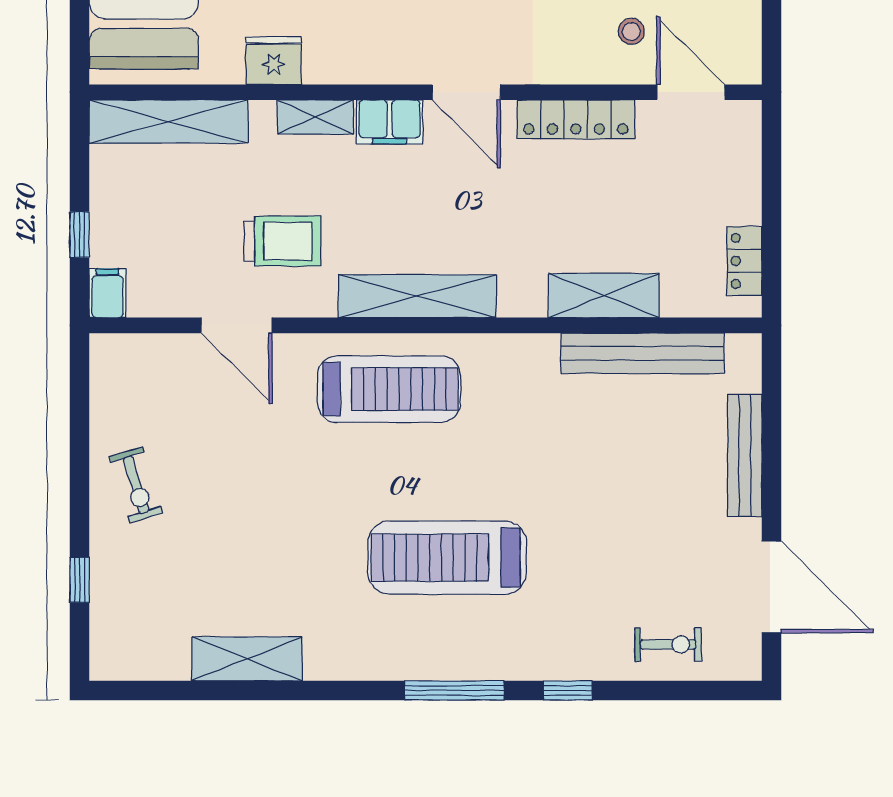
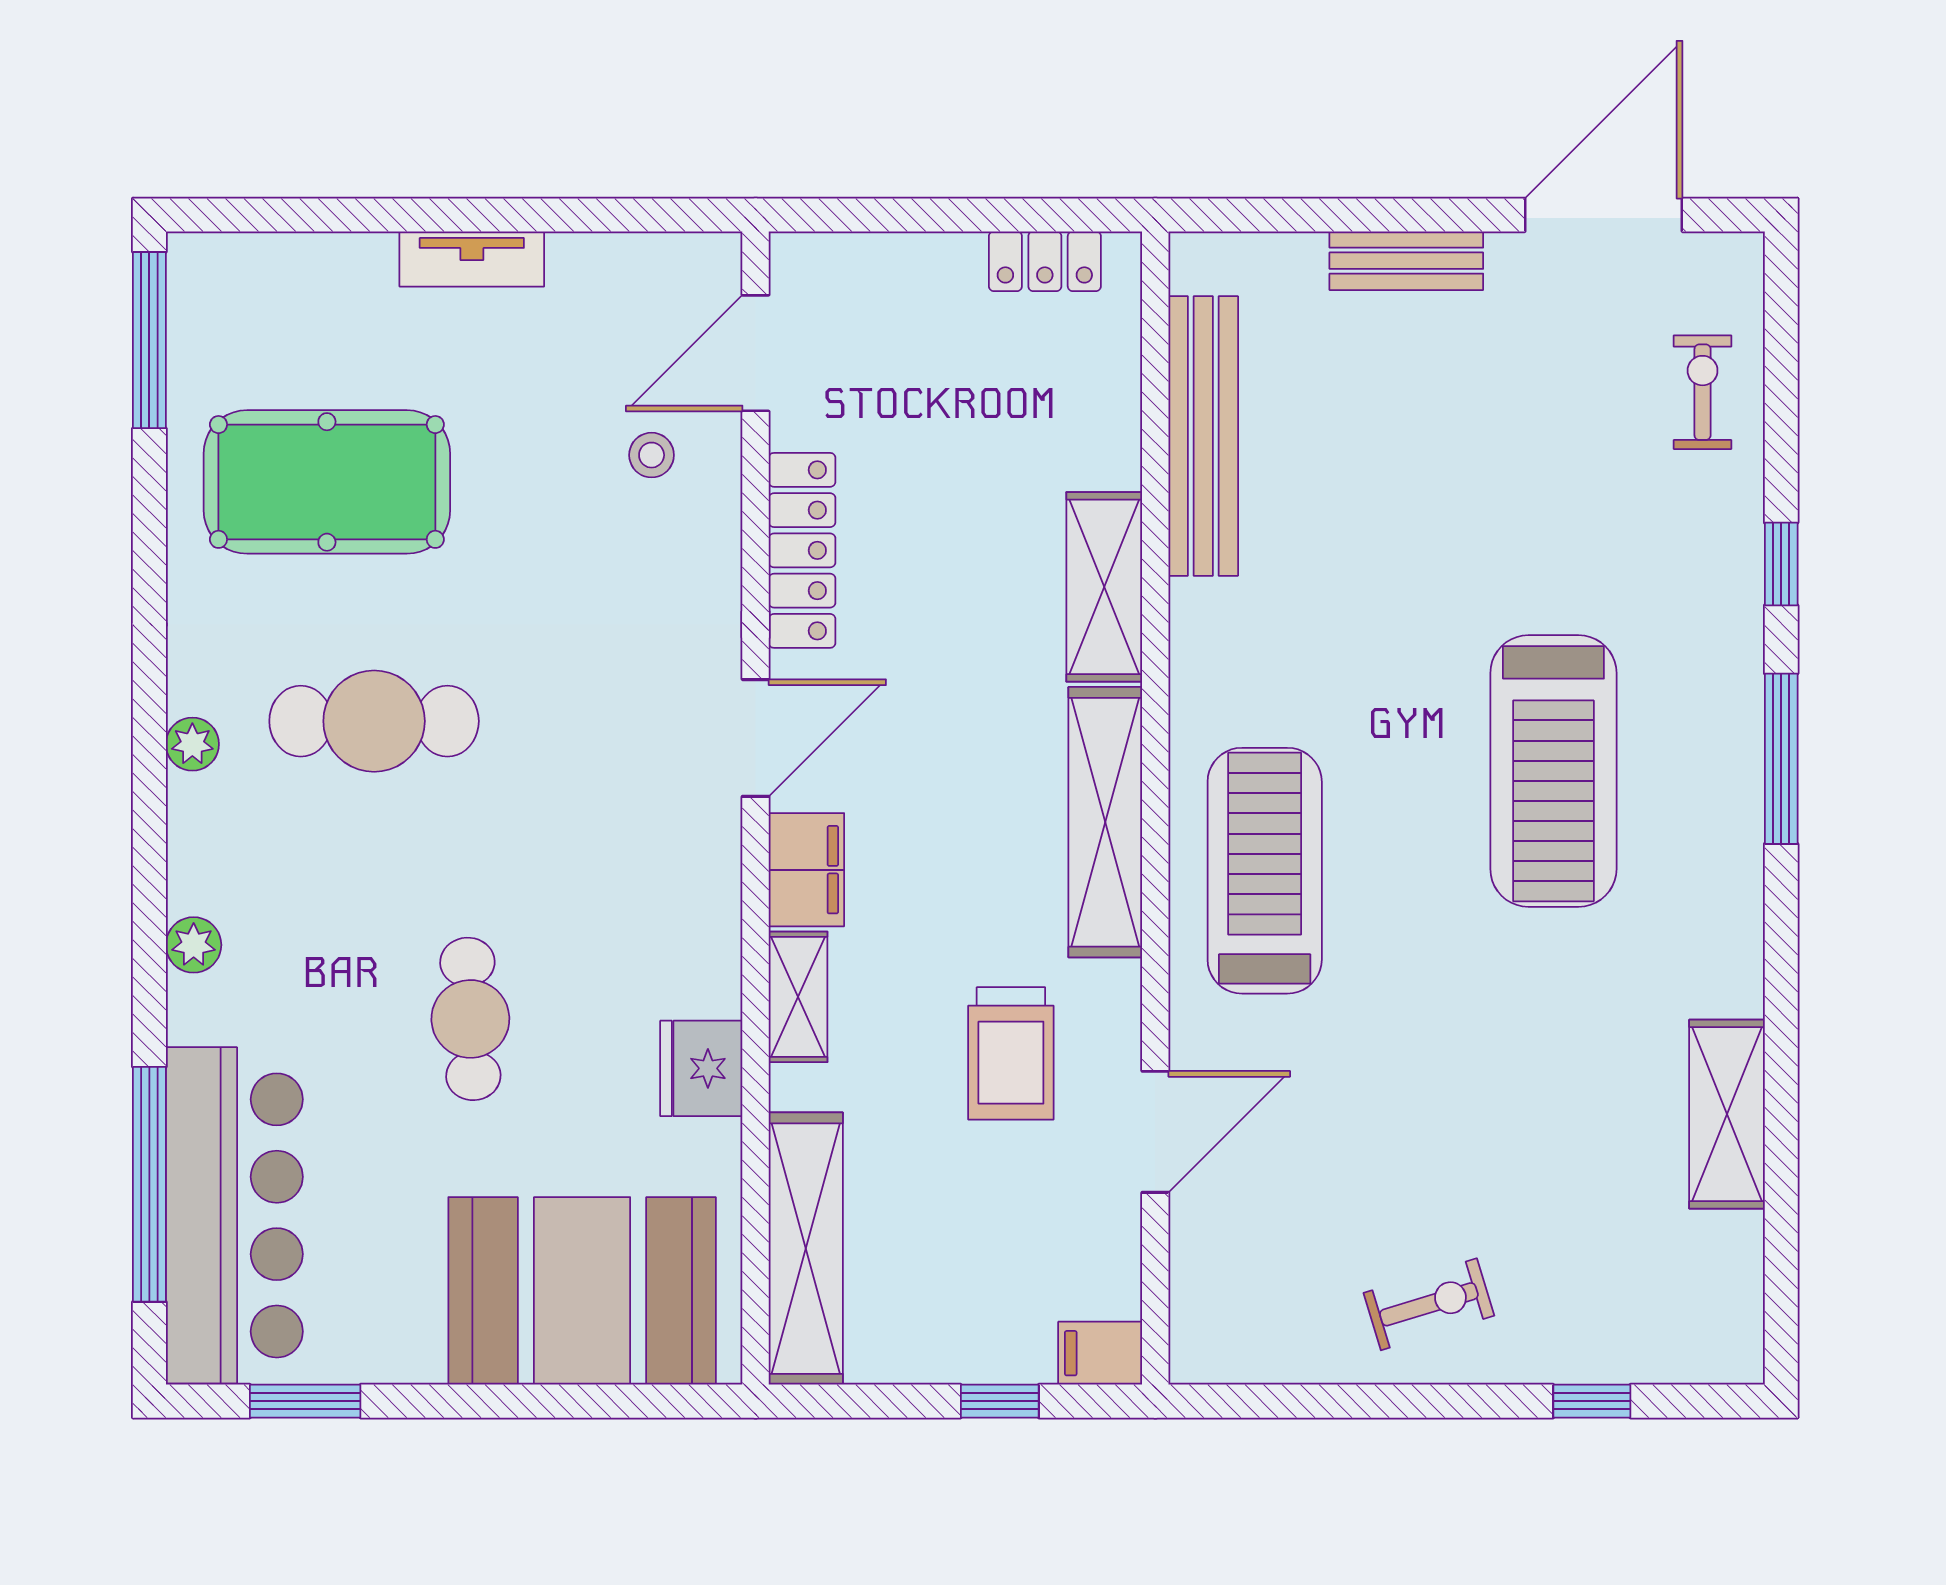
trolley: (282, 241) -> (1011, 1053), turned 180
shelving: (604, 296) -> (1104, 587), moved
bench: (745, 455) -> (1406, 261), width x0.73

